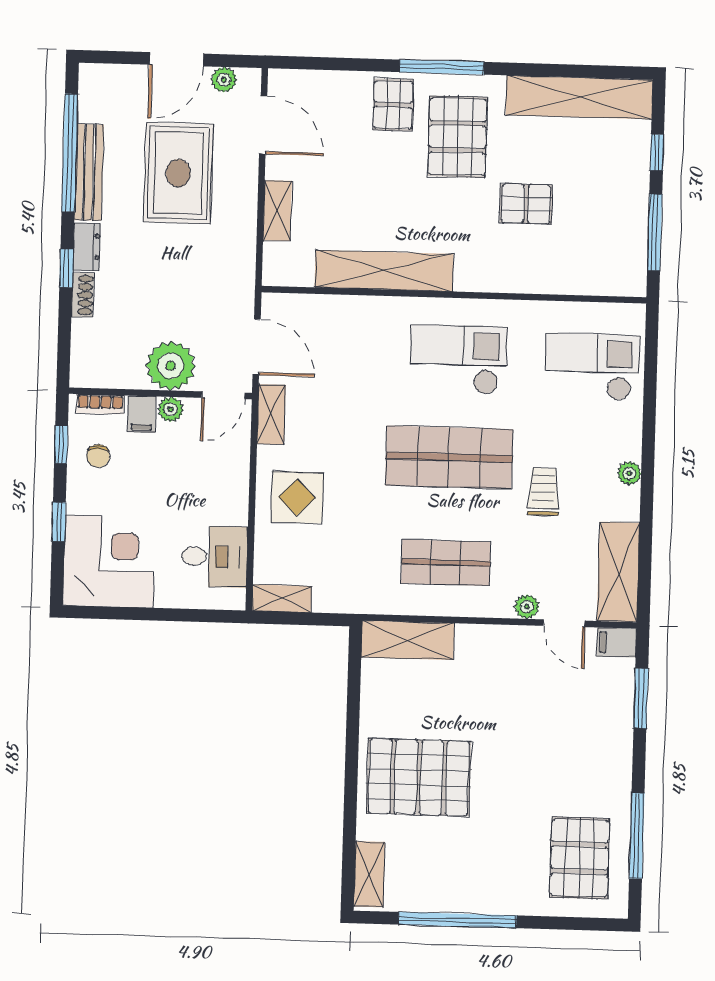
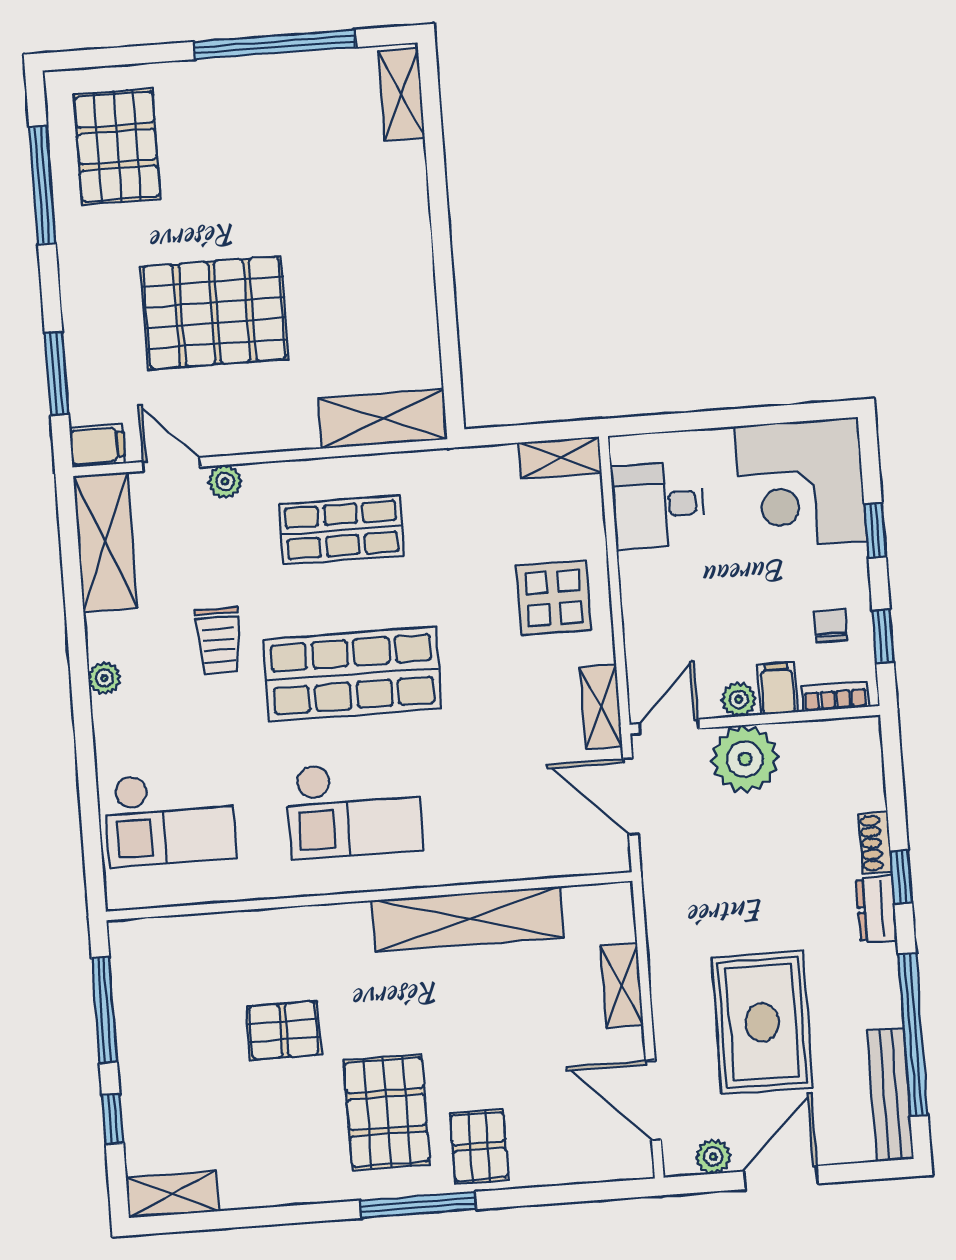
shelving: (579, 97) -> (173, 1194), width x0.45, depth x0.75
bench: (89, 172) -> (890, 1095), moved
pallet: (419, 777) -> (214, 313), moved

